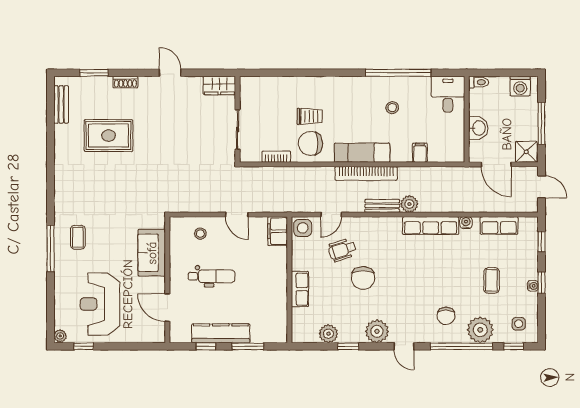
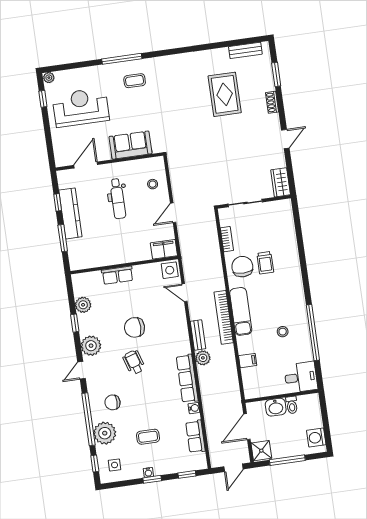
toilet: (479, 82) -> (292, 405), moved
wheelchair: (342, 250) -> (134, 362), moved

